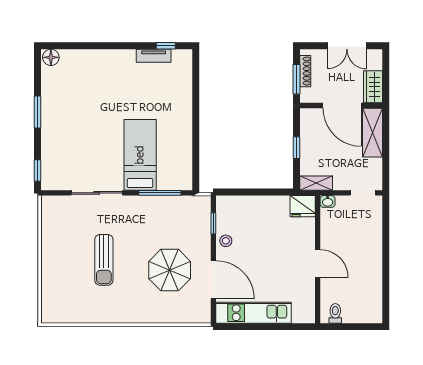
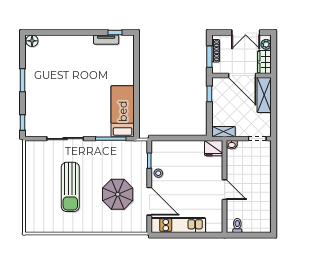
plant: (375, 62) -> (266, 44), added
window: (297, 148) -> (209, 94), moved
bed: (140, 155) -> (123, 111), moved
sun lounger: (104, 260) -> (70, 187), width x1.36, depth x1.34

